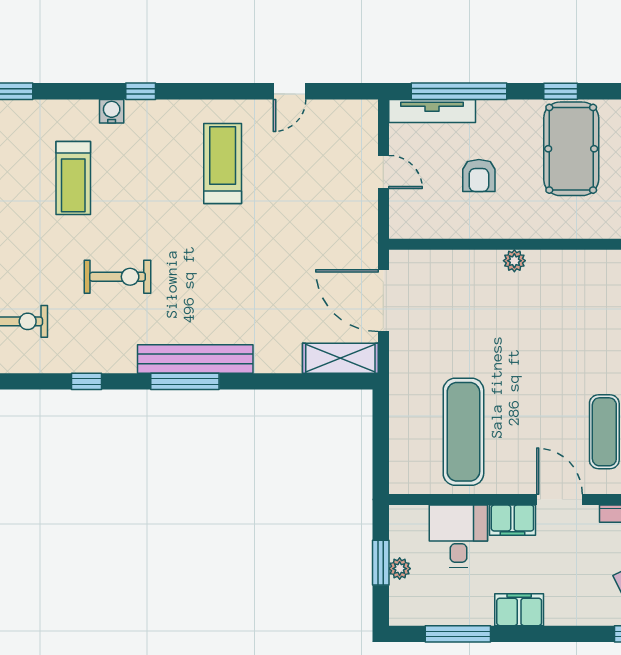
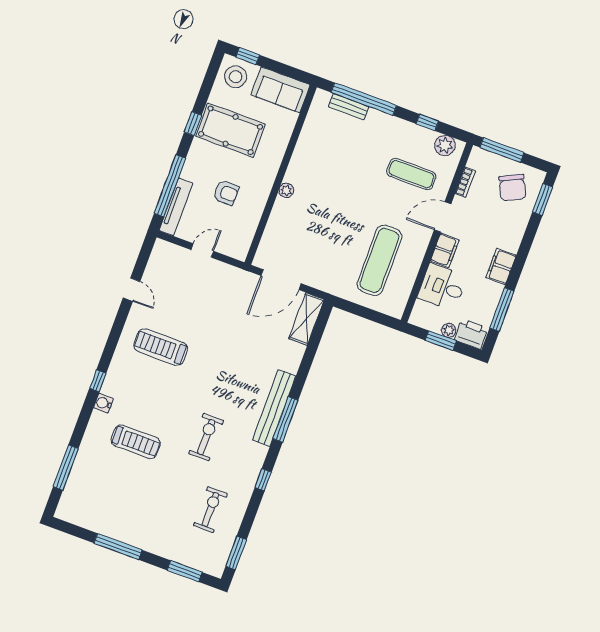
exercise mat: (463, 432) -> (379, 260), turned 90
printer: (406, 603) -> (471, 334), added

